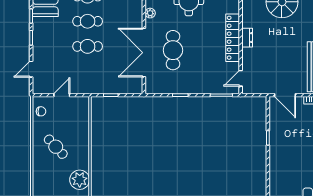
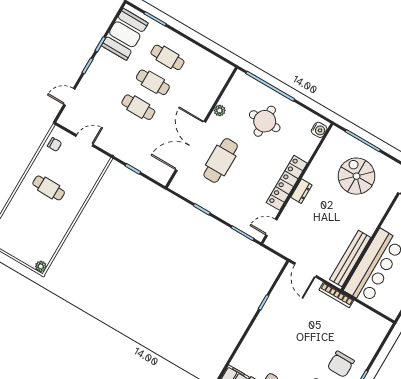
cafe table: (56, 147) -> (49, 188), turned -46
plant: (80, 180) -> (53, 235), removed

